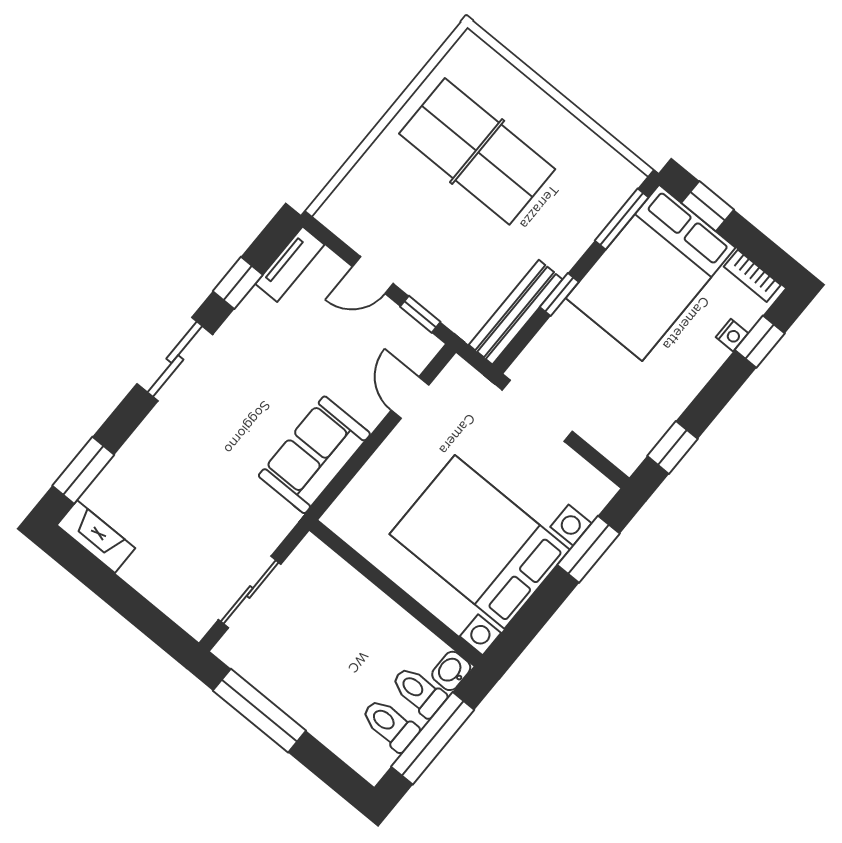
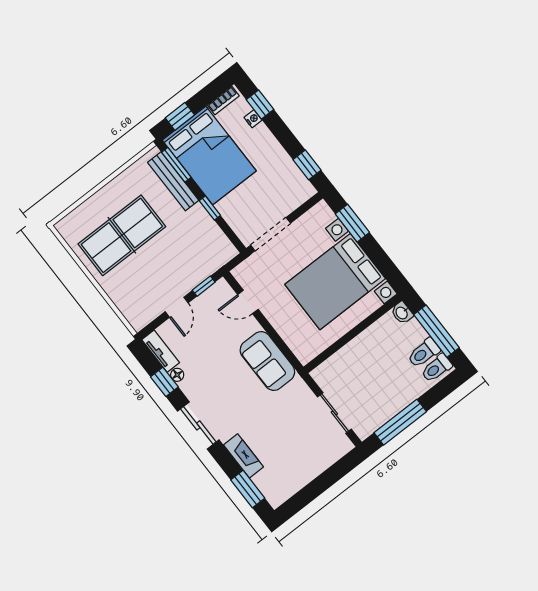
floor lamp: (255, 303) -> (177, 375), added
bench: (516, 312) -> (173, 181), moved
fireplace: (96, 537) -> (243, 456), moved, turned 90
toilet: (419, 692) -> (436, 368), moved

